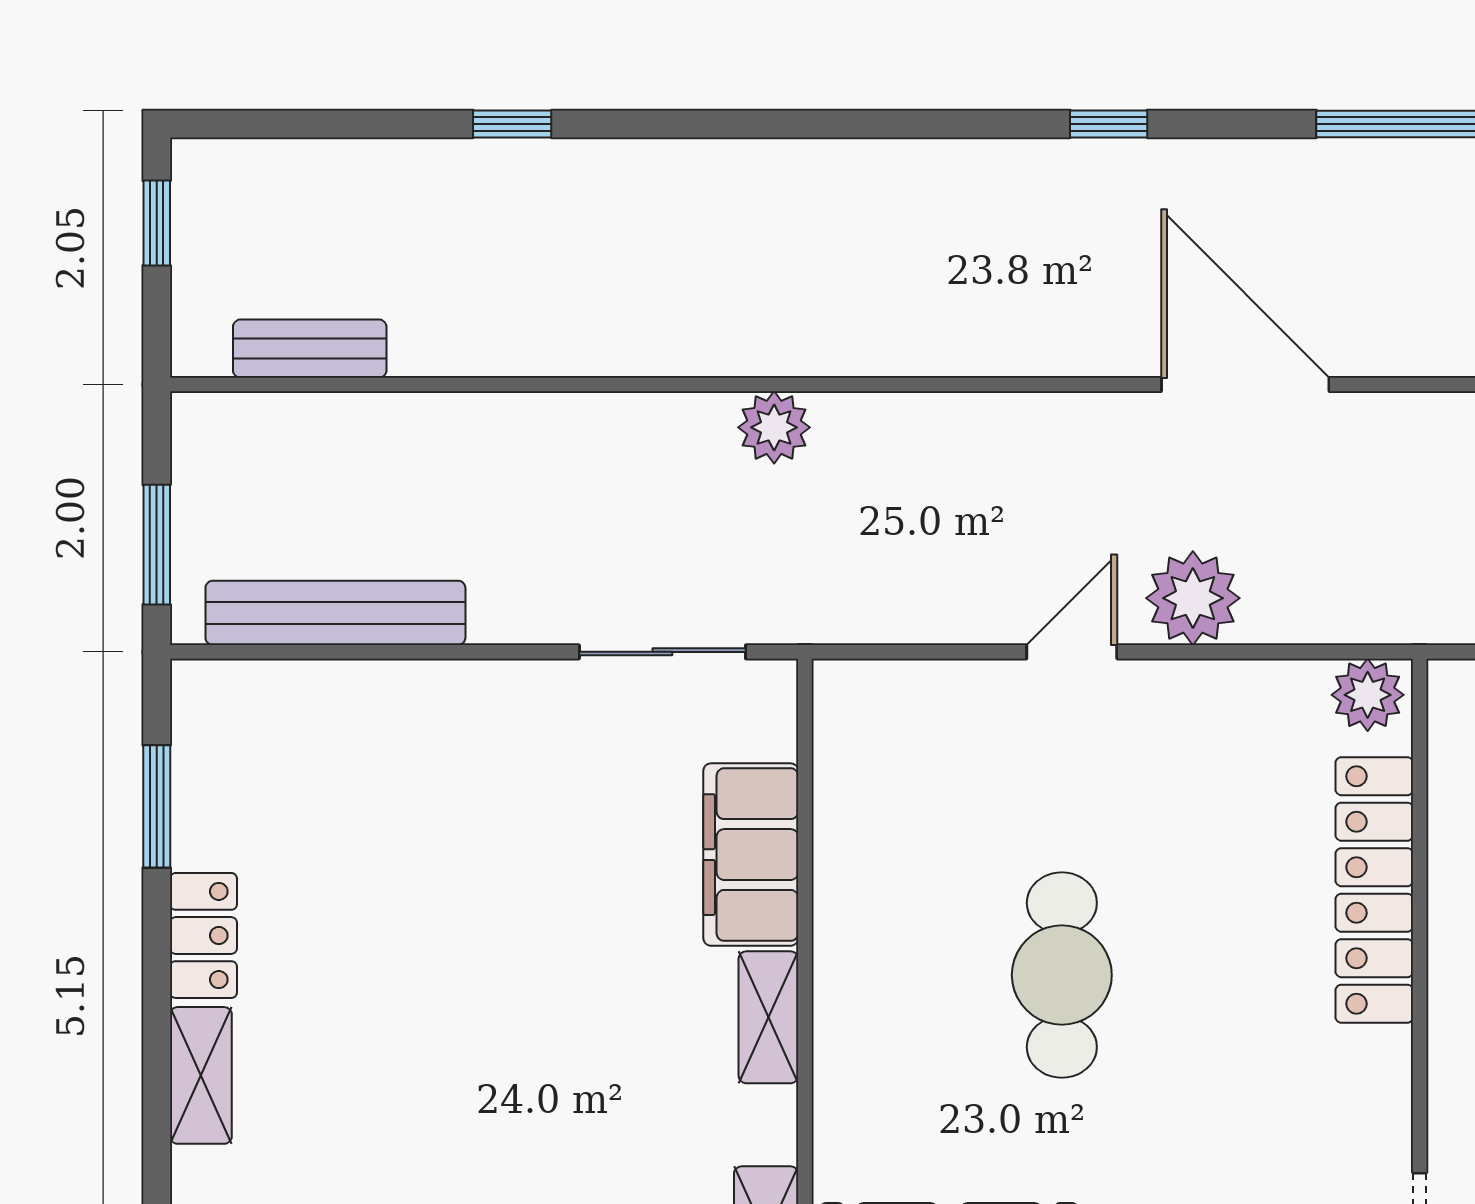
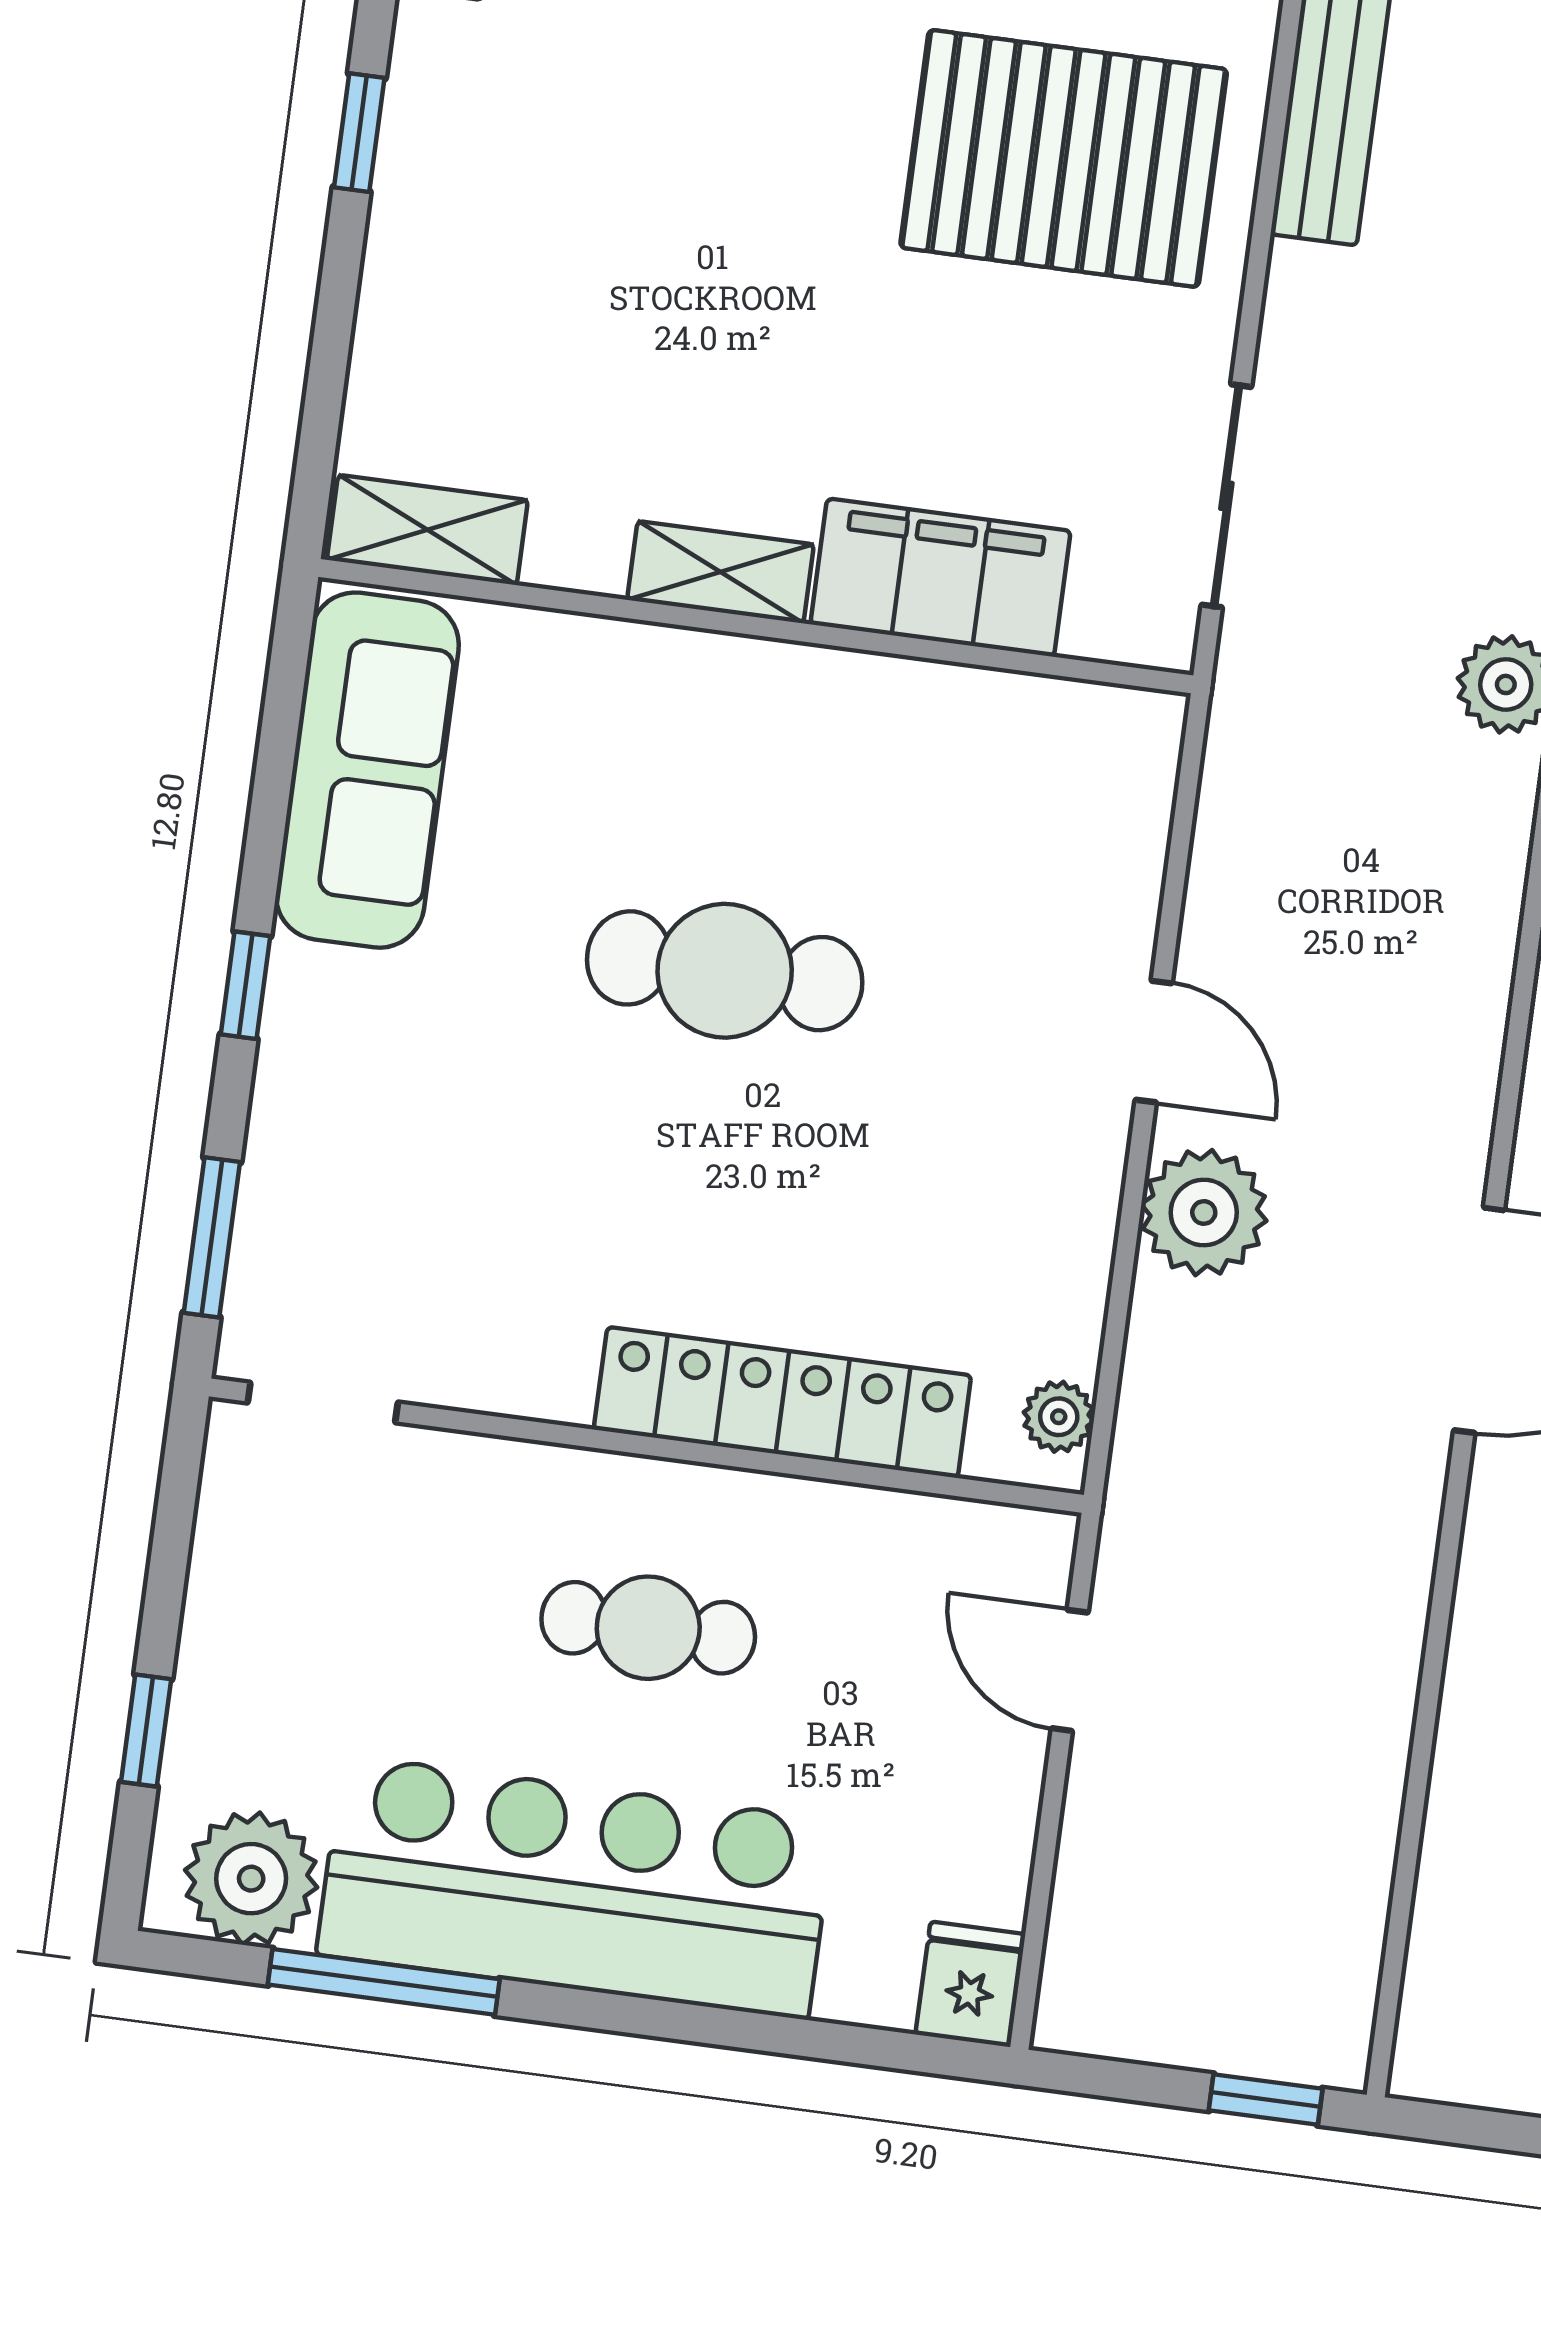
plant: (1368, 695) -> (1059, 1417), width x0.73, depth x0.73
pallet: (430, 805) -> (1064, 158), added

